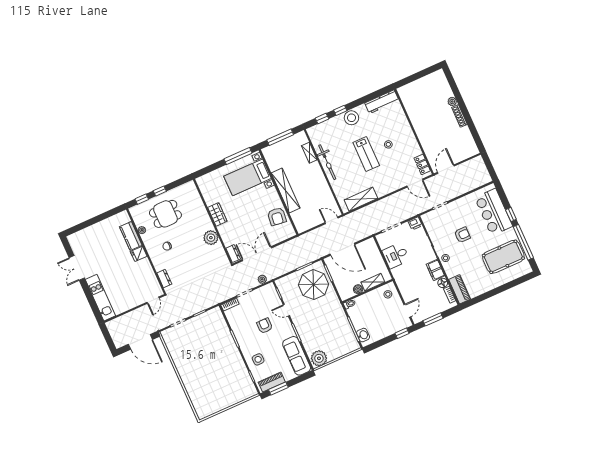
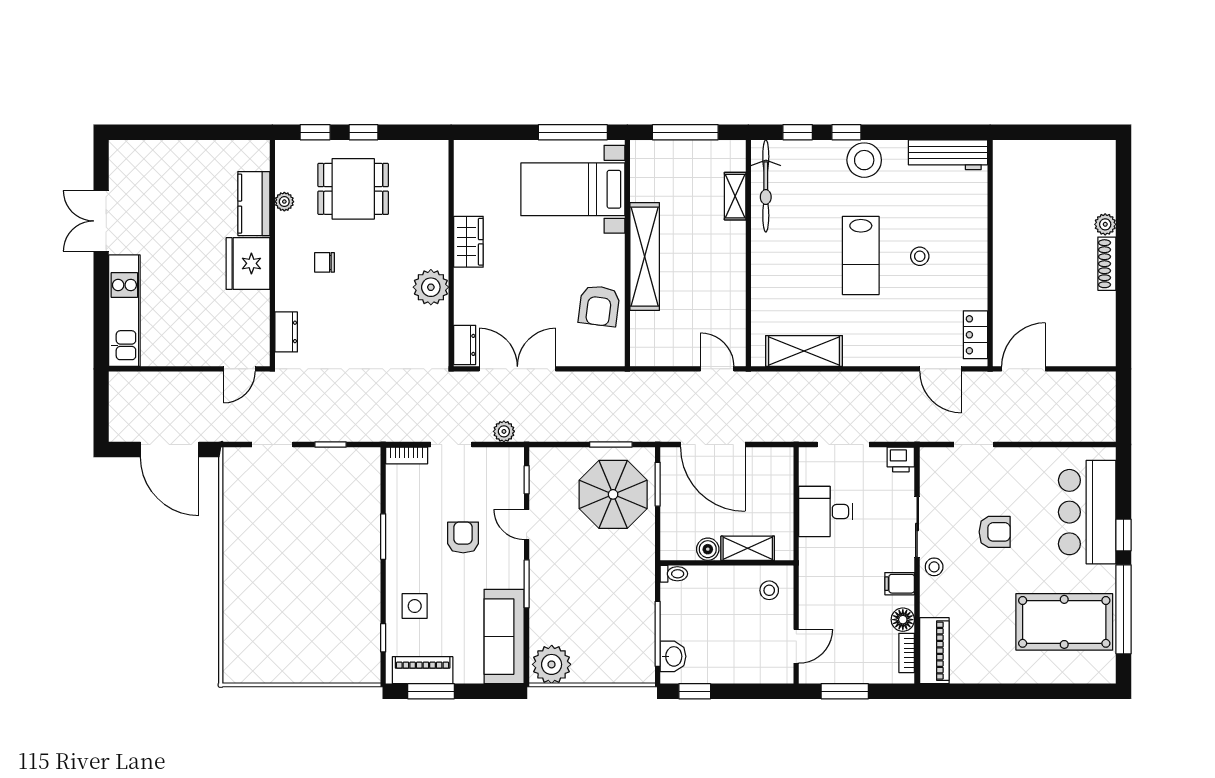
bicycle: (327, 162) -> (766, 186), moved
fridge: (139, 254) -> (248, 263), width x1.88, depth x1.34
filing cabinet: (435, 270) -> (900, 584), width x0.50
window: (402, 333) -> (695, 691), moved

